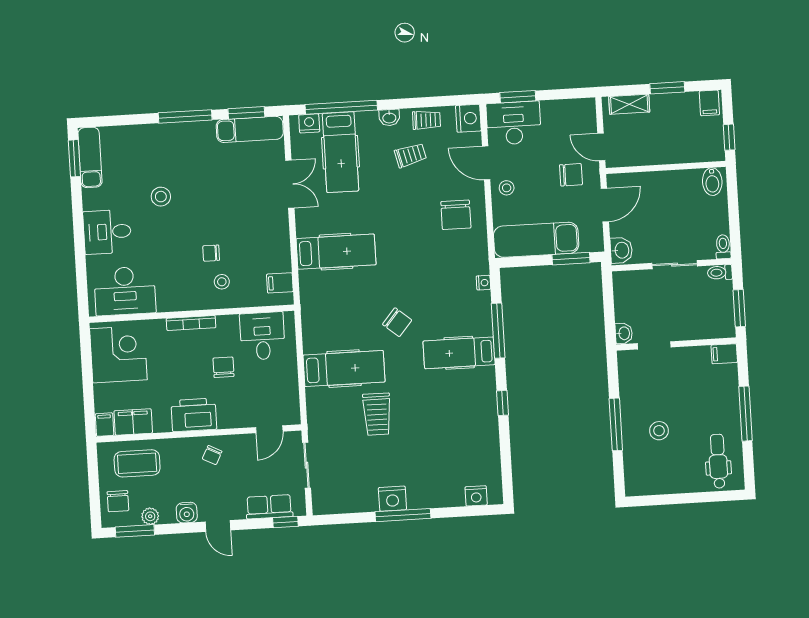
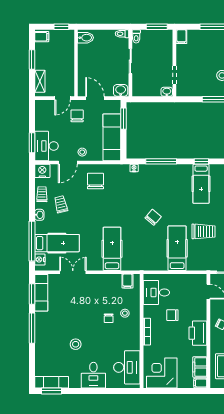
chair: (456, 215) -> (95, 181), turned -90
hospital bed: (459, 353) -> (201, 184), moved

